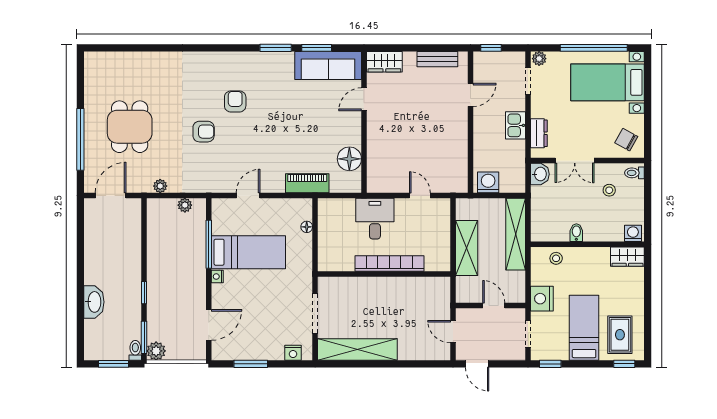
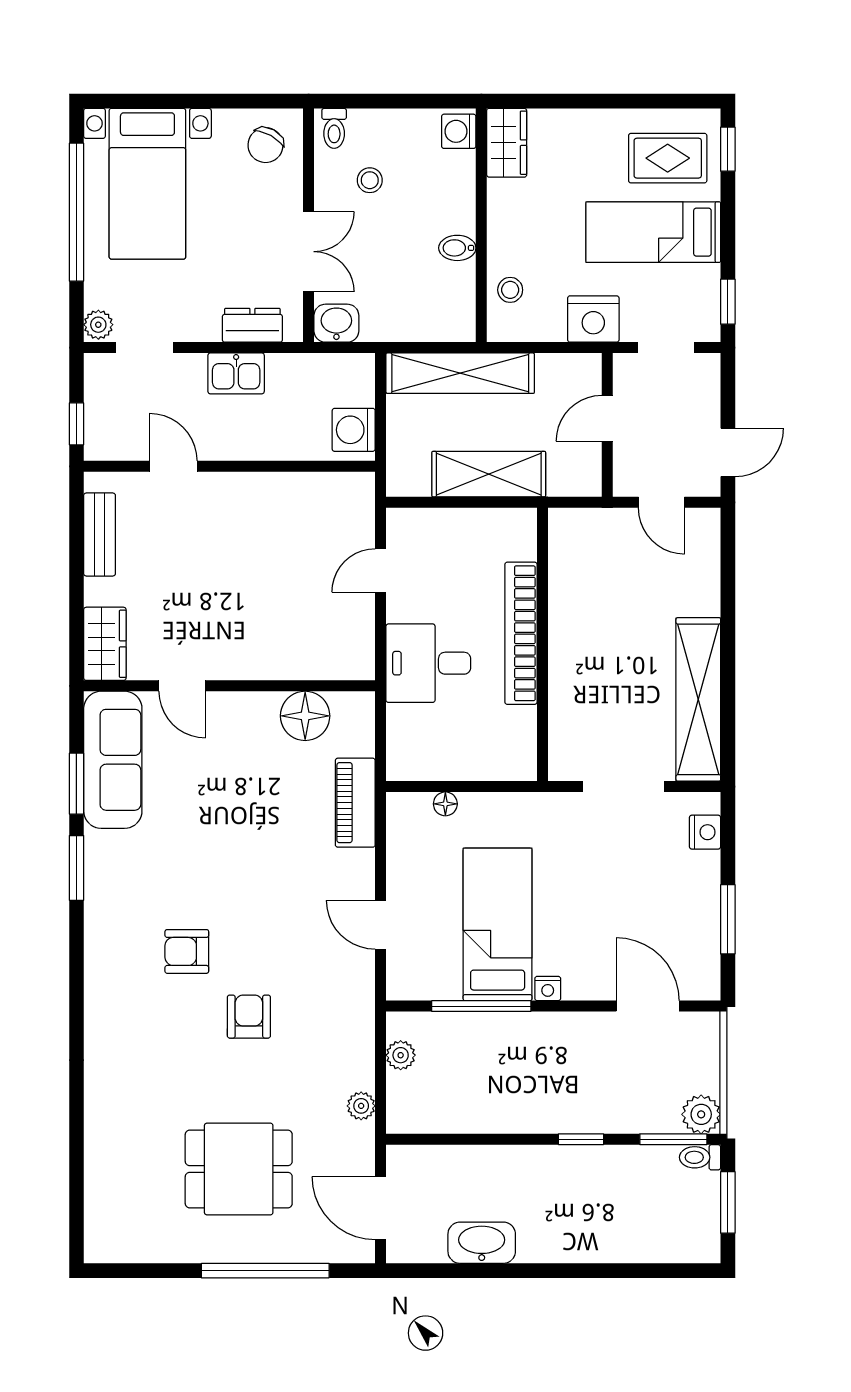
washbasin: (94, 302) -> (482, 1243), moved
door: (453, 332) -> (661, 502), hinge flipped

